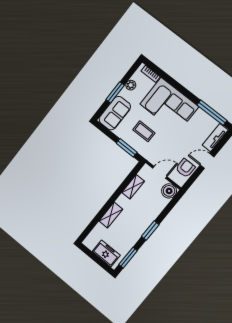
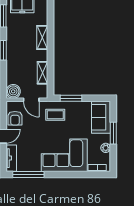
coffee table: (144, 131) -> (55, 115), moved
door: (160, 172) -> (31, 100), hinge flipped

